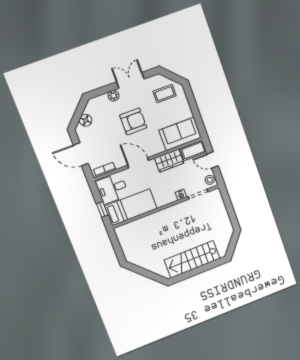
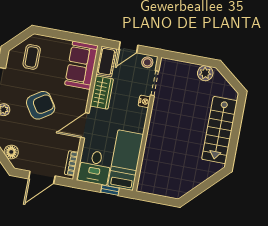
armchair: (133, 121) -> (41, 105), turned 57
plant: (226, 225) -> (205, 73), added

